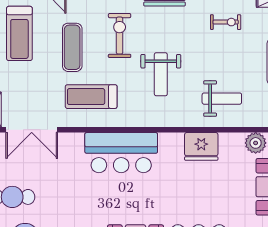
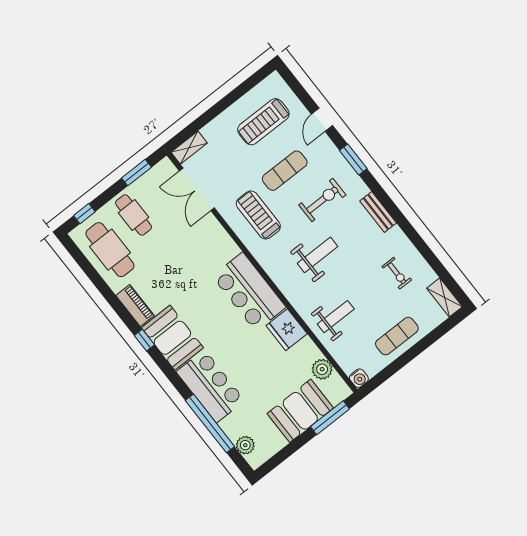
weight bench: (161, 74) -> (318, 255), turned 180
weight bench: (222, 99) -> (336, 317), turned -90
bar counter: (121, 153) -> (249, 292), moved

